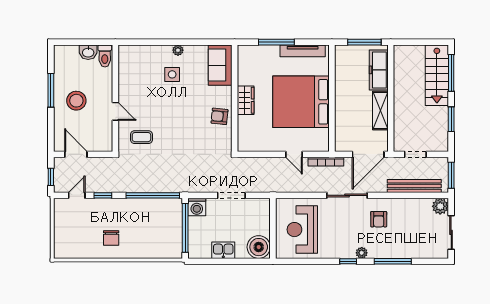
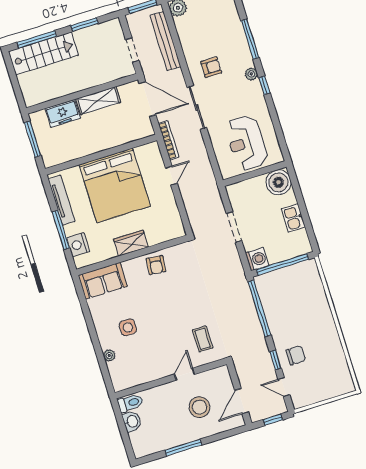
plant: (178, 50) -> (109, 355), moved
nightstand: (259, 53) -> (78, 245), added
freezer: (379, 70) -> (63, 113), width x0.71
stool: (76, 101) -> (199, 407), moved
reception desk: (302, 230) -> (246, 143), turned 90
chair: (111, 238) -> (296, 355), moved

